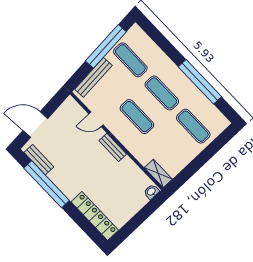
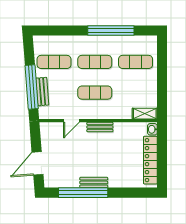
window: (106, 46) -> (32, 87), moved
bench: (93, 77) -> (42, 92), width x0.73
bench: (39, 160) -> (94, 182), moved
locker: (95, 216) -> (150, 160), moved, turned -90

